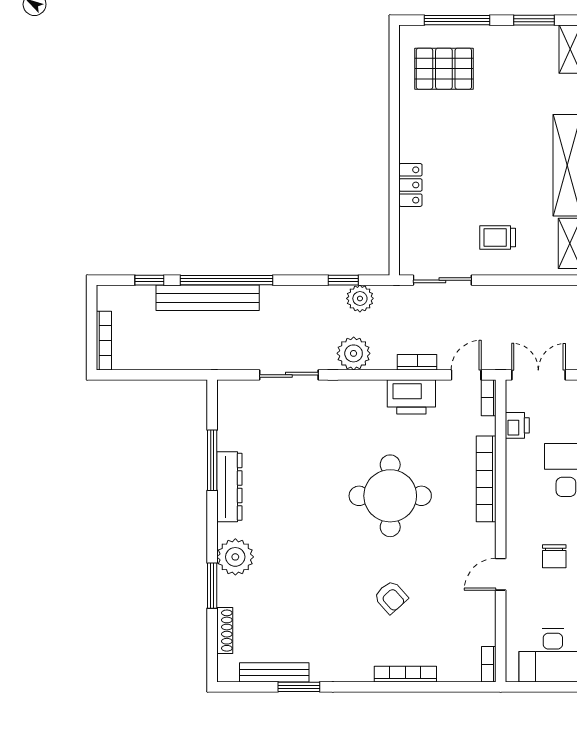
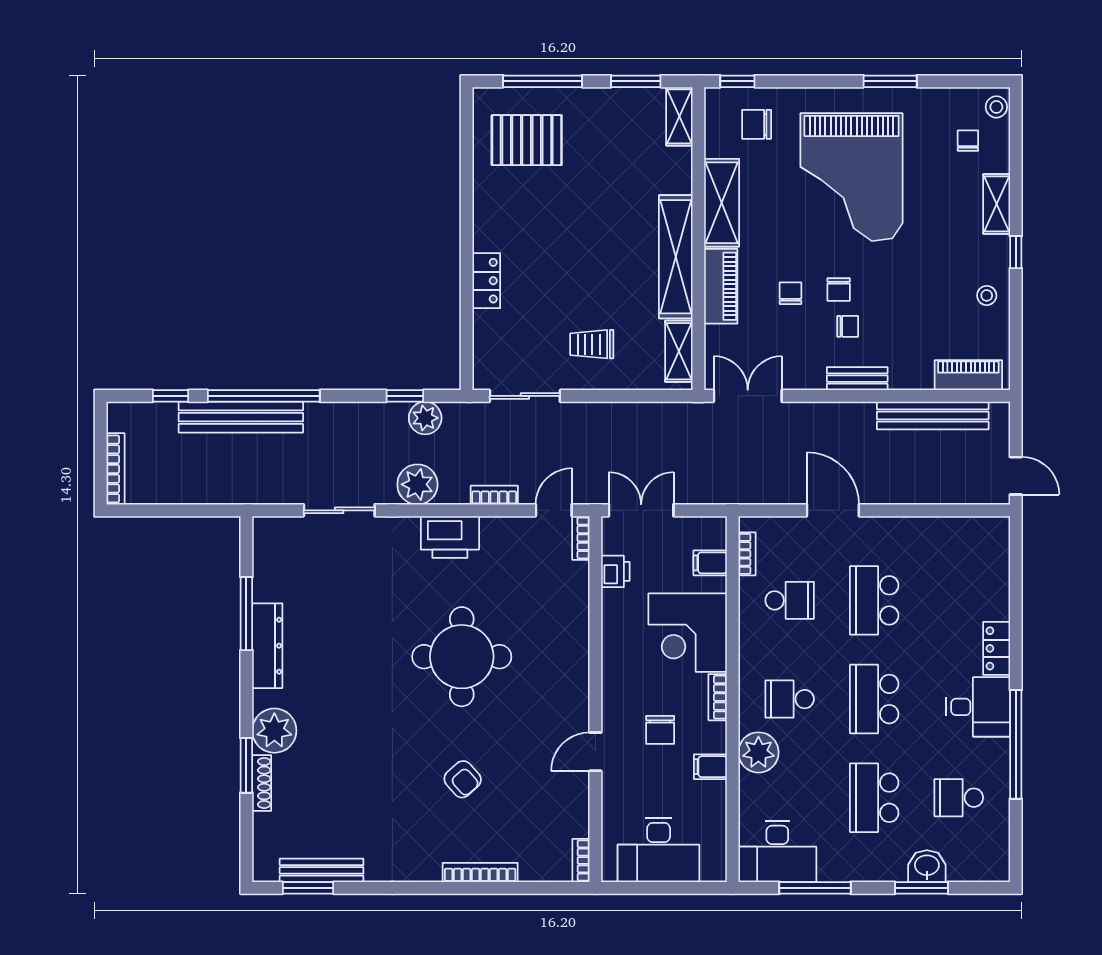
printer: (411, 397) -> (450, 537), moved
bookcase: (486, 479) -> (578, 636), removed
shoe rack: (225, 631) -> (262, 783), moved
window: (299, 687) -> (308, 888), moved

